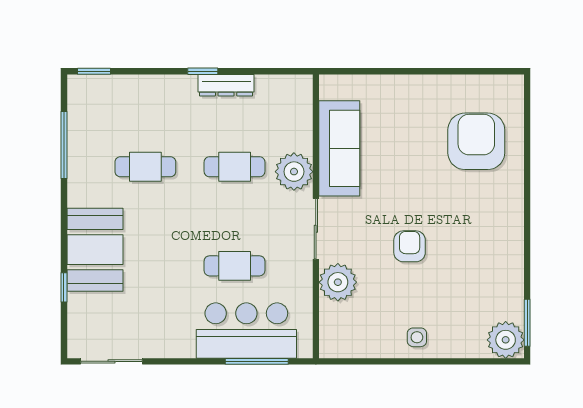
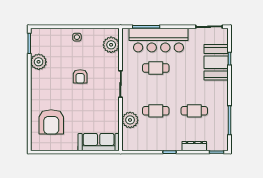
dresser: (226, 85) -> (194, 146), moved
sofa: (339, 148) -> (99, 142), moved, turned 90
plant: (294, 172) -> (130, 120), moved
booth: (95, 250) -> (216, 62), moved
plant: (338, 282) -> (111, 45), moved
bar counter: (246, 331) -> (158, 40), width x1.36
plant: (506, 340) -> (39, 62), moved

